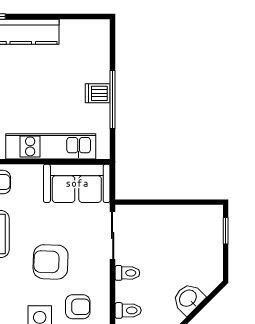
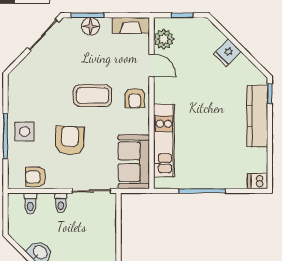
dishwasher: (98, 93) -> (258, 181), moved, turned -90
armchair: (78, 307) -> (36, 177), moved, turned 90

